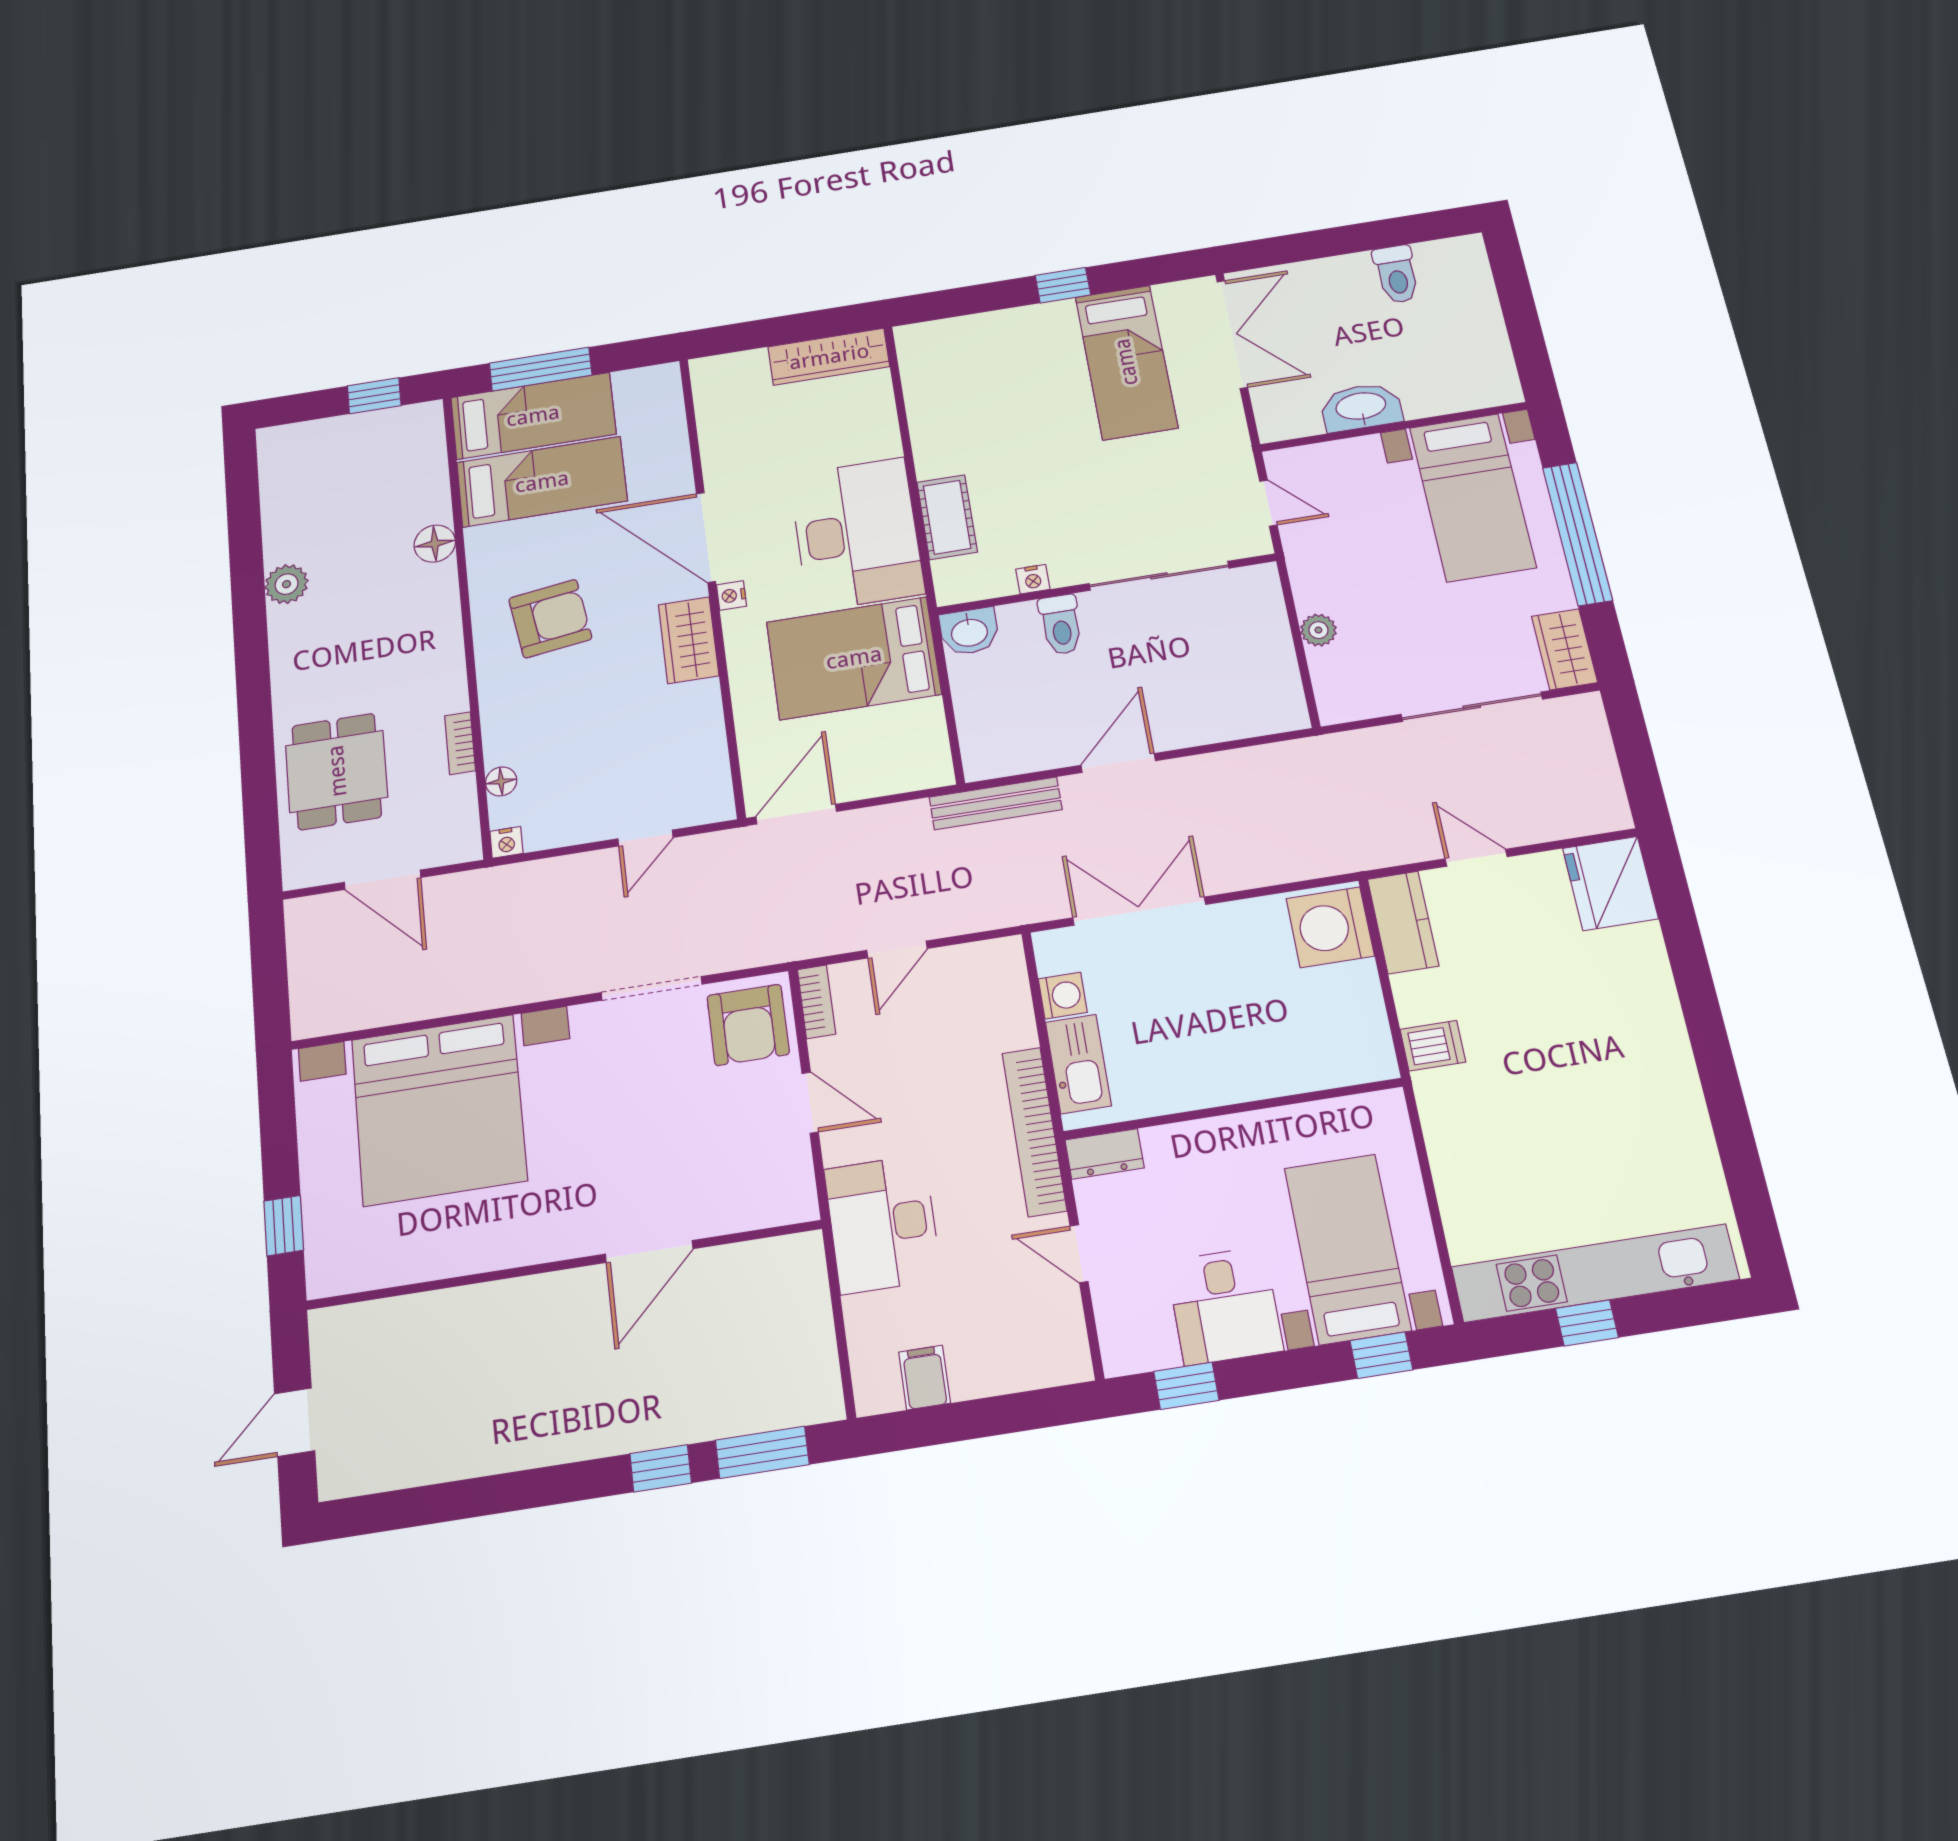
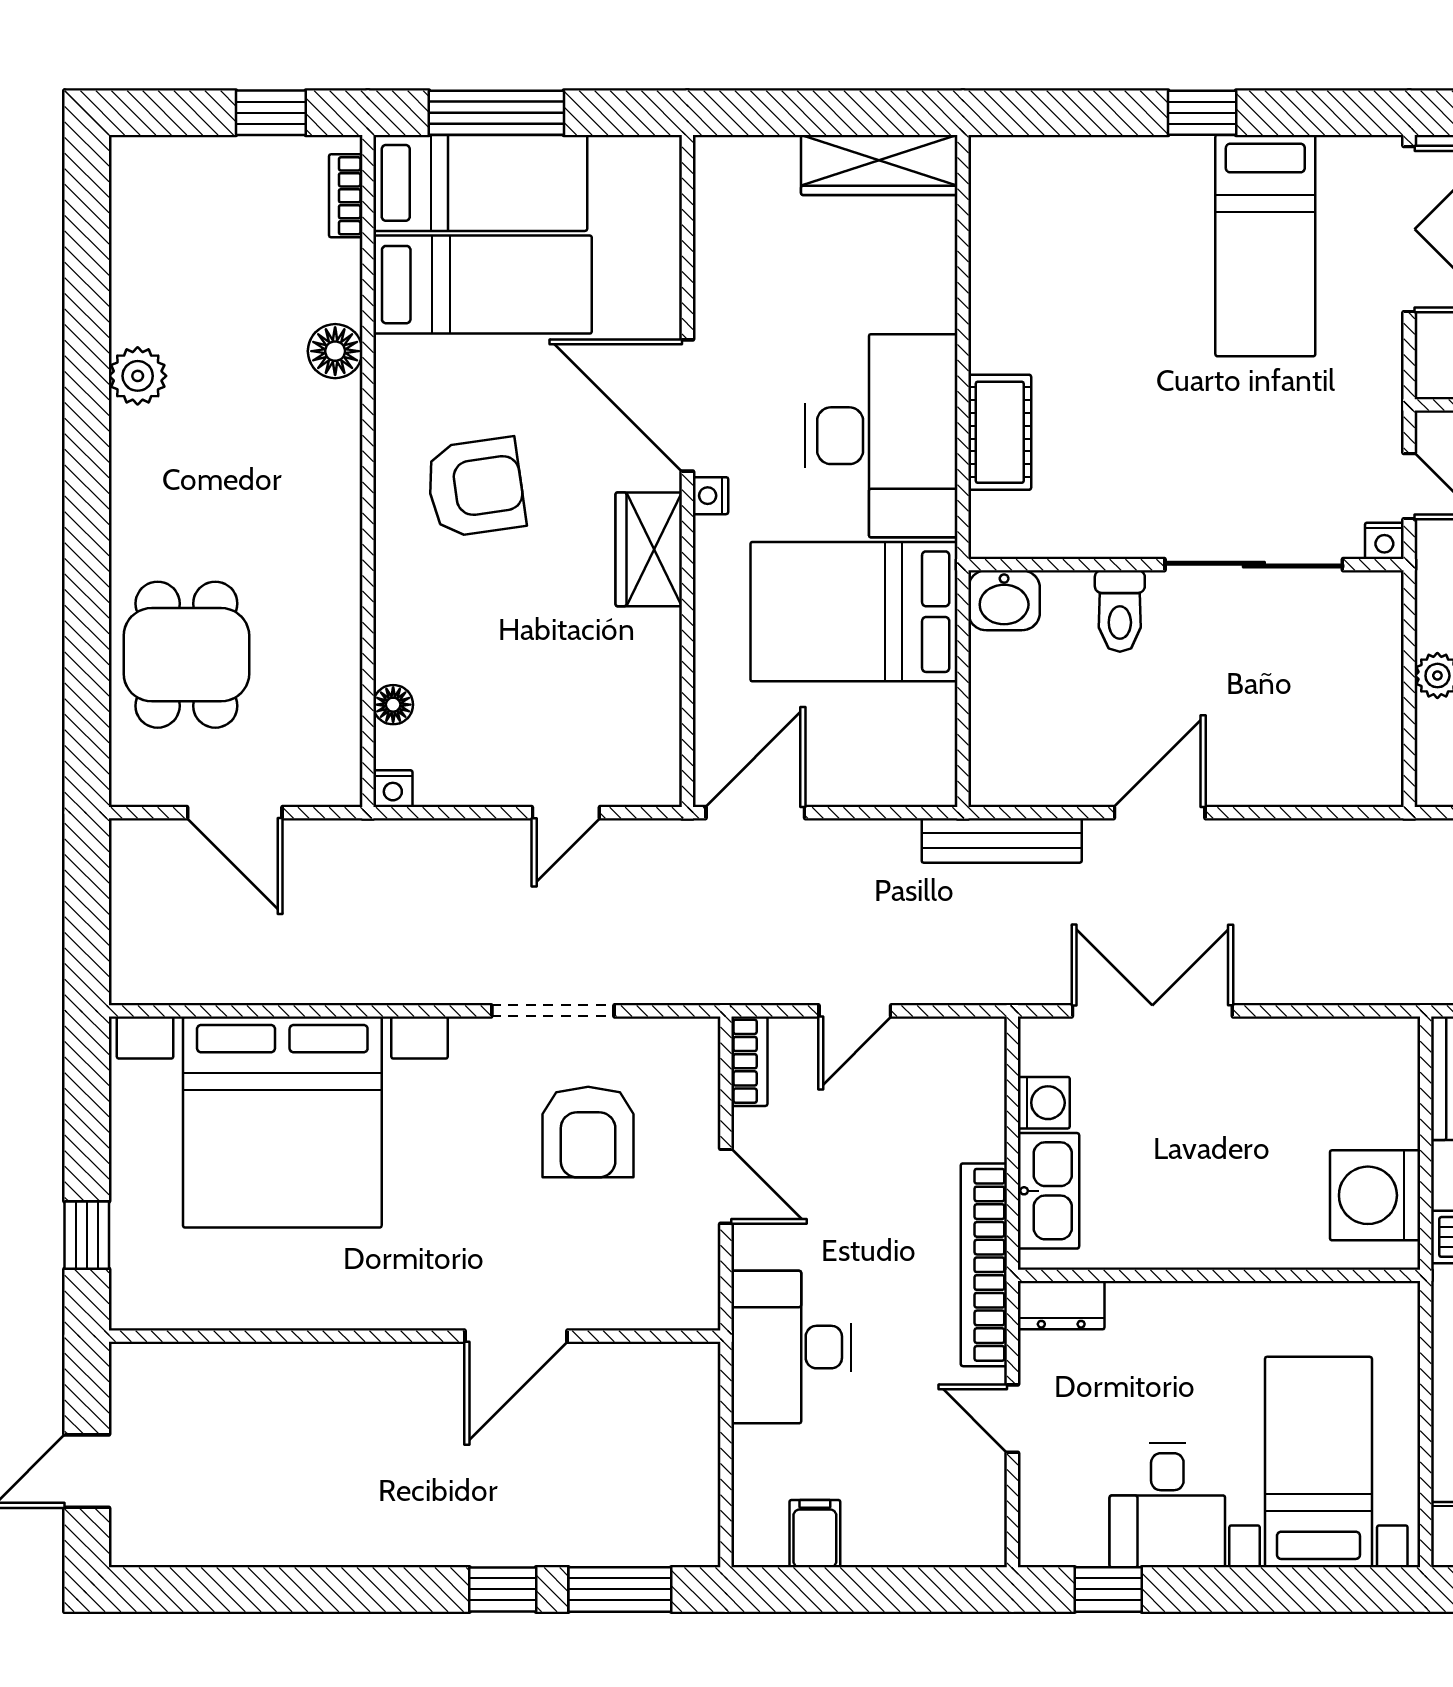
nightstand: (1033, 579) -> (1384, 541), moved
bookcase: (460, 743) -> (346, 196), moved
washing machine: (1330, 927) -> (1375, 1195), moved
armchair: (748, 1025) -> (588, 1132), moved
window: (1381, 1355) -> (1332, 1589), removed

